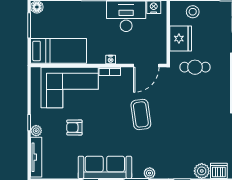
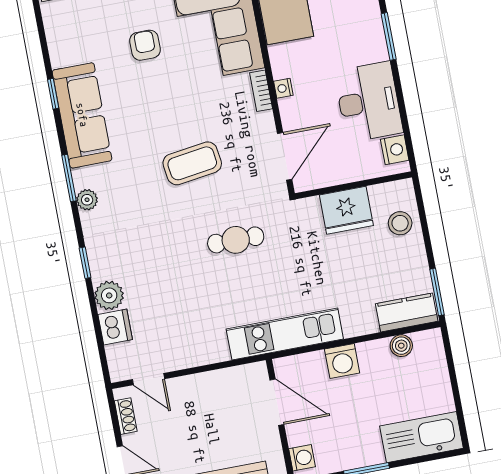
door: (146, 65) -> (285, 156), swing flipped
cafe table: (195, 67) -> (236, 240), moved, turned 90

